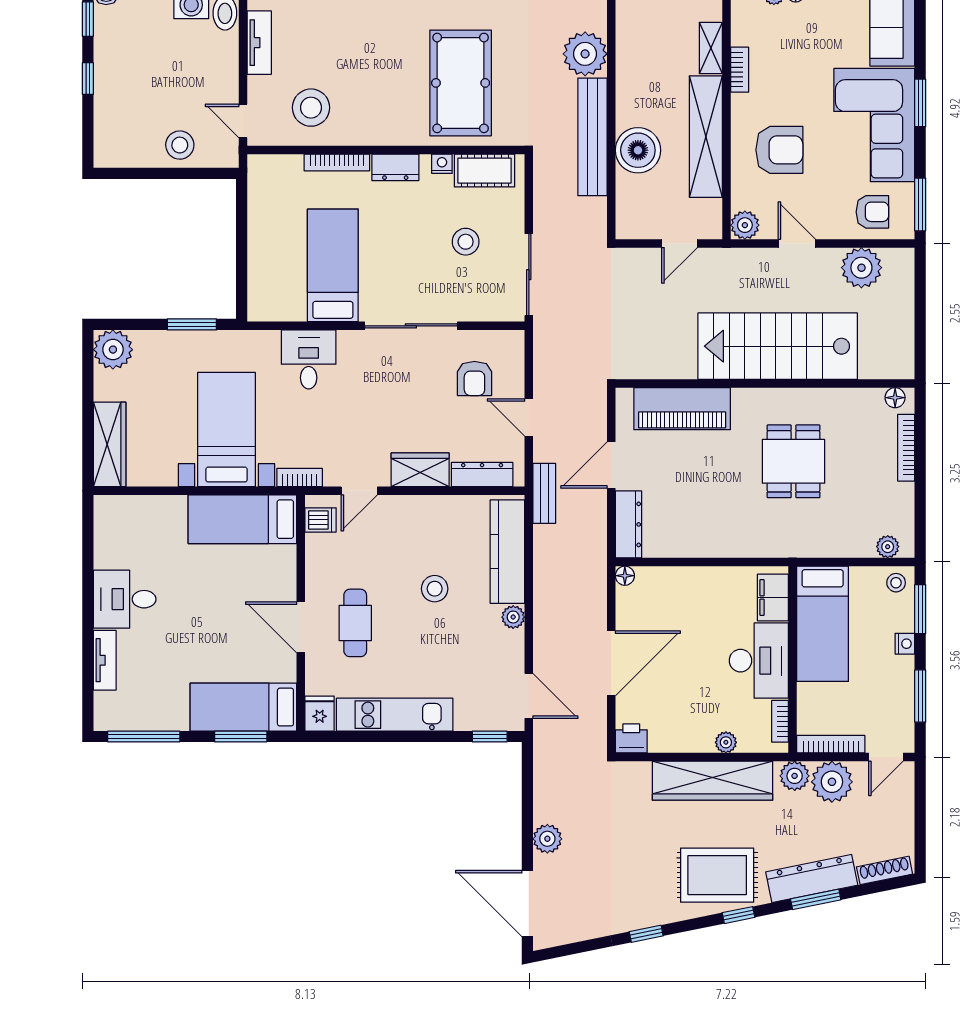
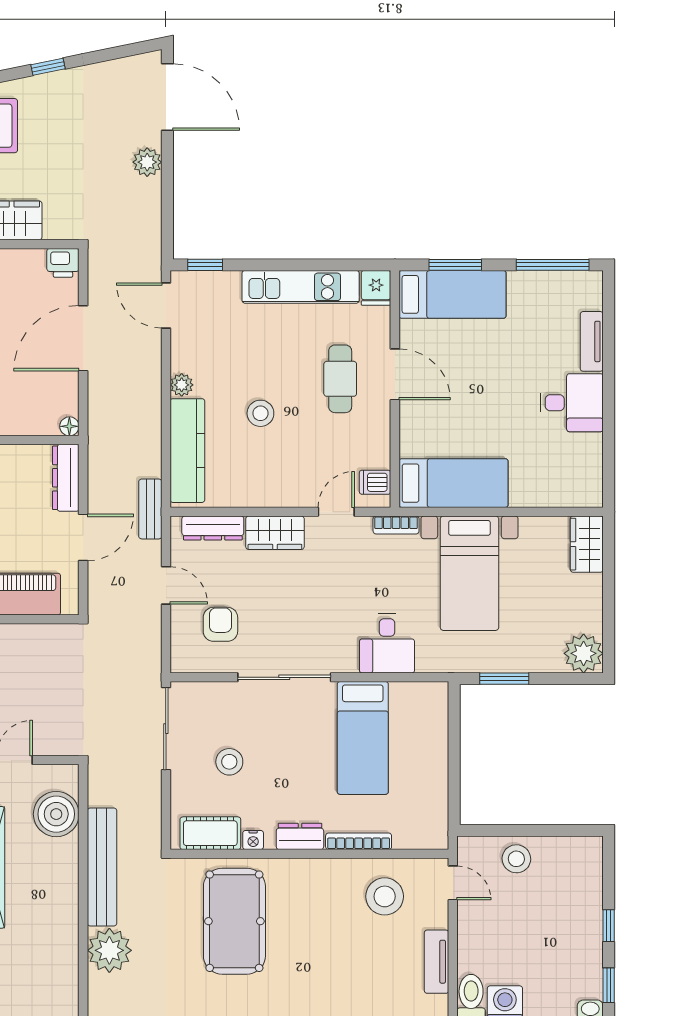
boiler: (638, 150) -> (56, 814), moved
wardrobe: (110, 444) -> (587, 544), width x0.67

